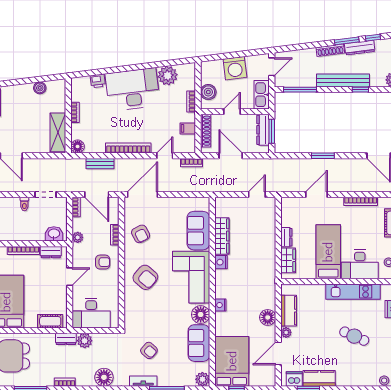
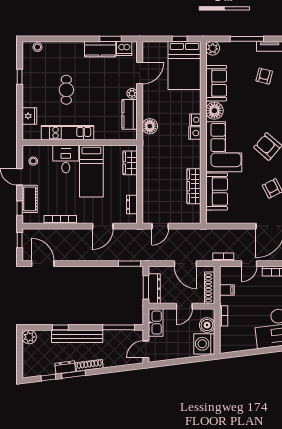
dresser: (360, 48) -> (65, 367), width x0.70
washing machine: (235, 68) -> (204, 344), moved, turned -83
plant: (168, 76) -> (246, 341), removed
window: (323, 156) -> (130, 264), moved
dresser: (286, 237) -> (132, 205), moved
nightstand: (221, 262) -> (195, 133), moved
desk: (360, 264) -> (66, 159), width x0.73
floor lamp: (268, 317) -> (150, 126), moved
cafe table: (354, 336) -> (66, 90), turned 66
armchair: (149, 350) -> (264, 76), turned 62

